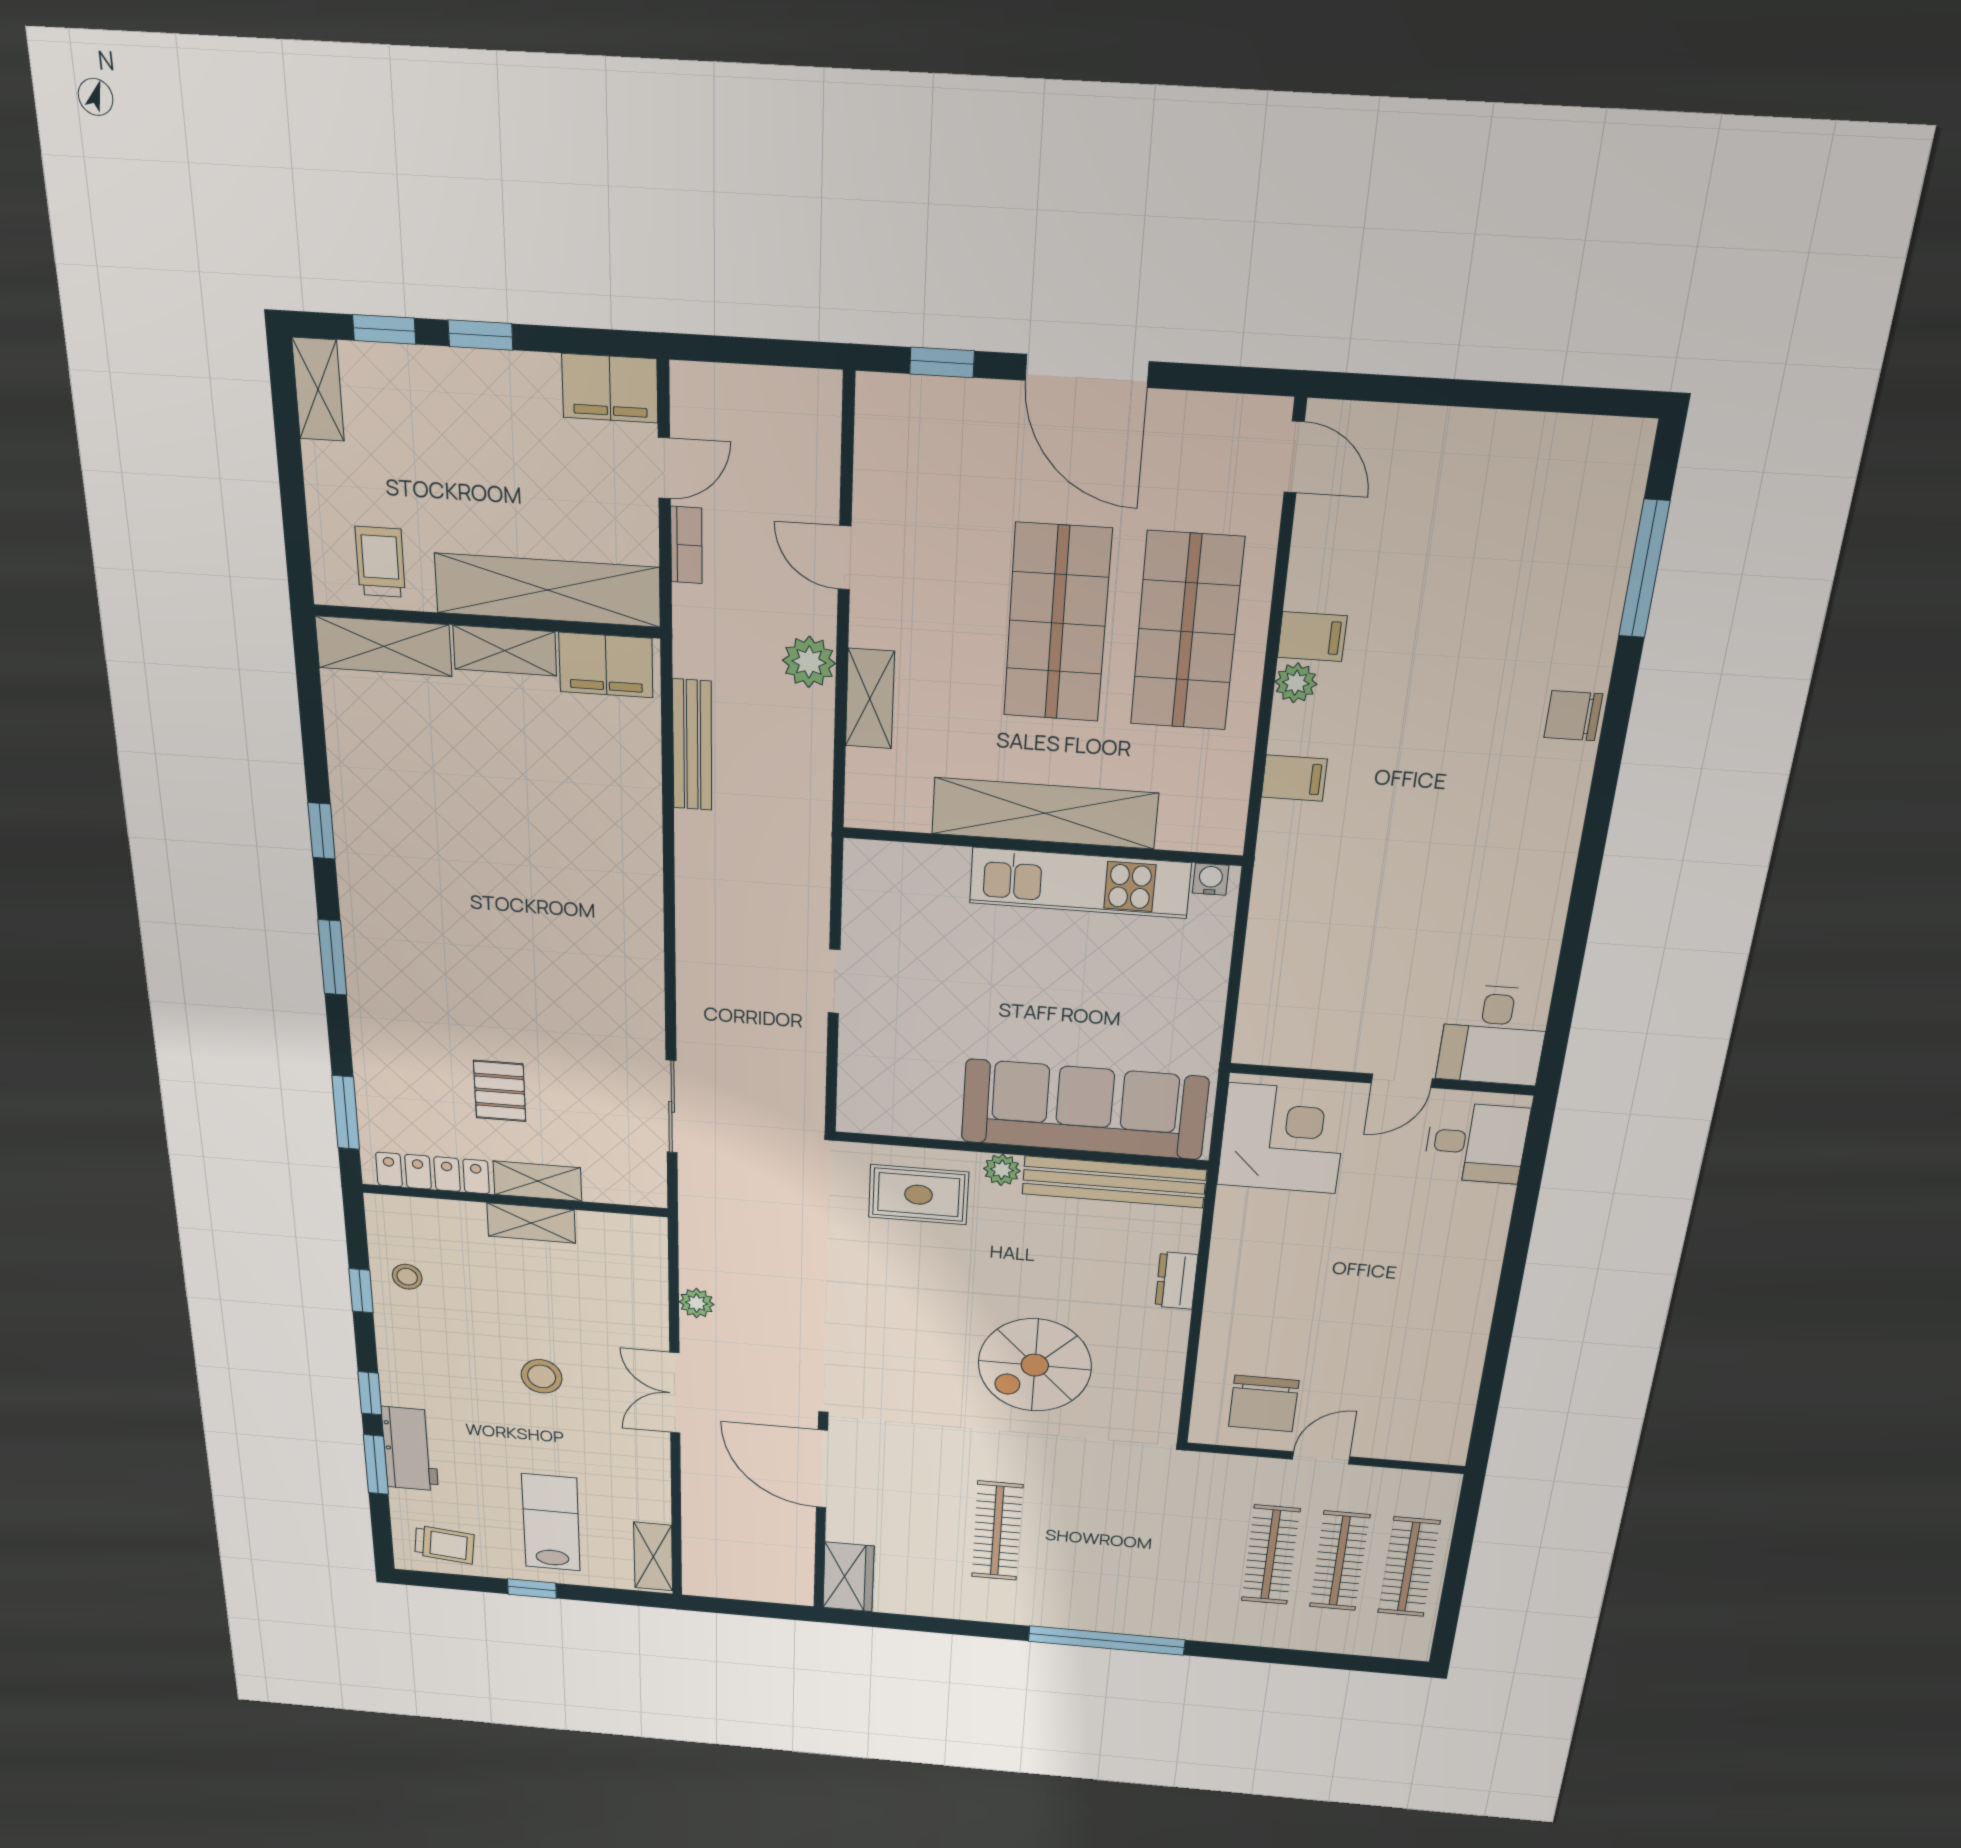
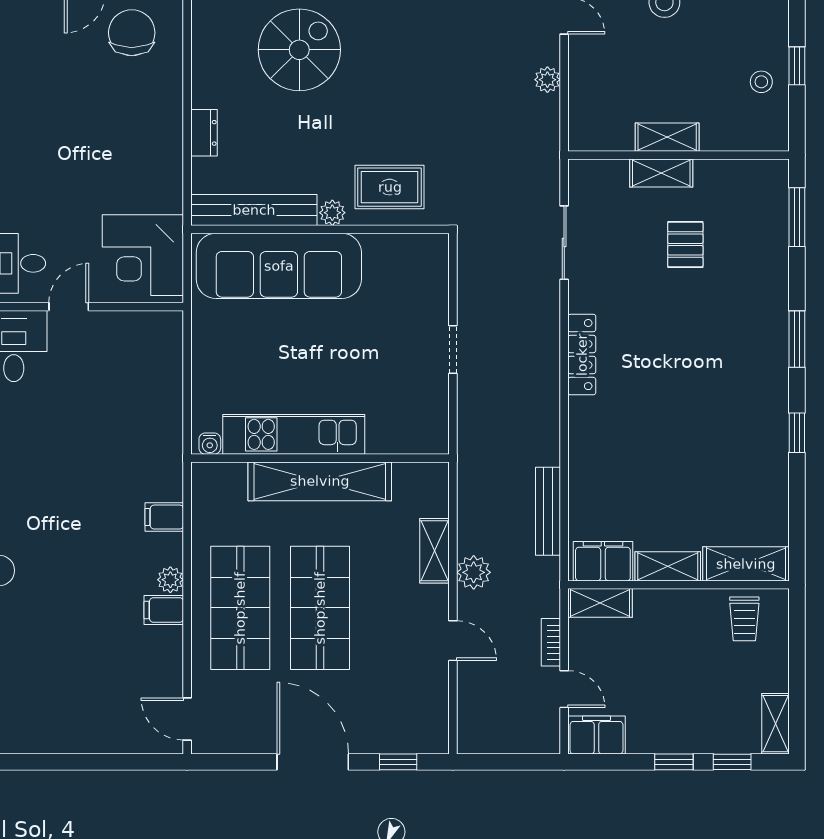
door: (664, 468) -> (564, 689), swing flipped
shelving: (548, 590) -> (600, 603), width x0.45, depth x0.75
locker: (433, 1173) -> (582, 355), moved, turned -90

